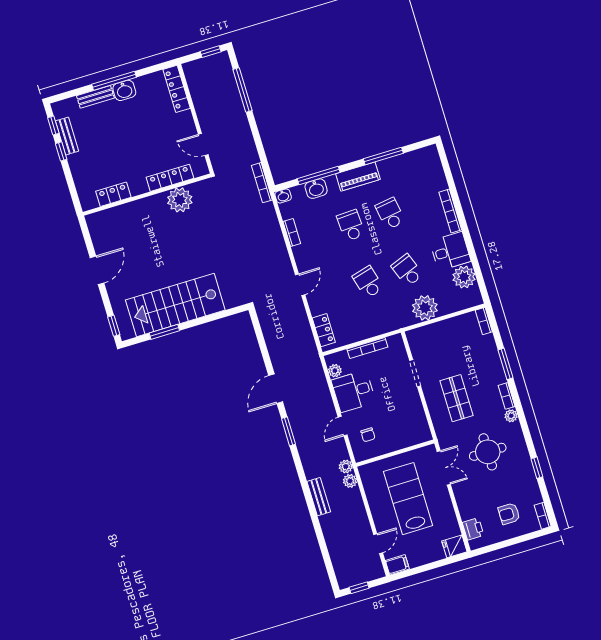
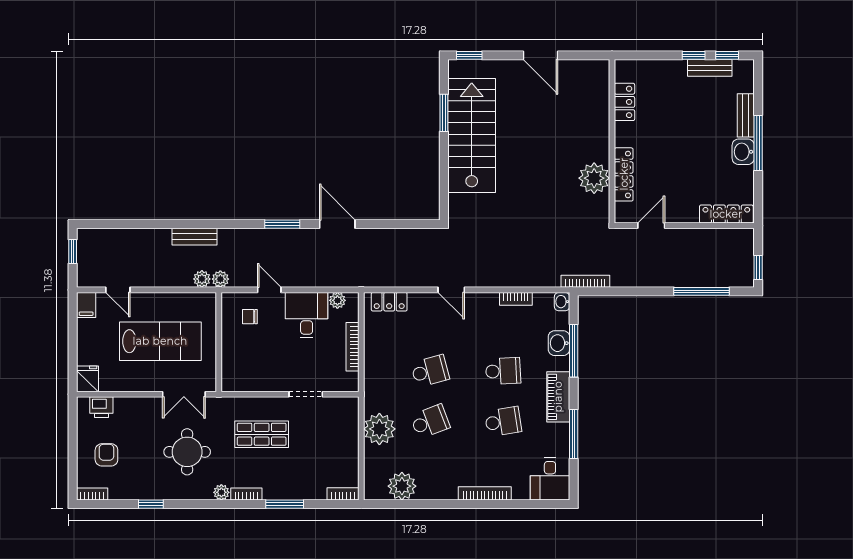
desk: (450, 251) -> (550, 479), moved

